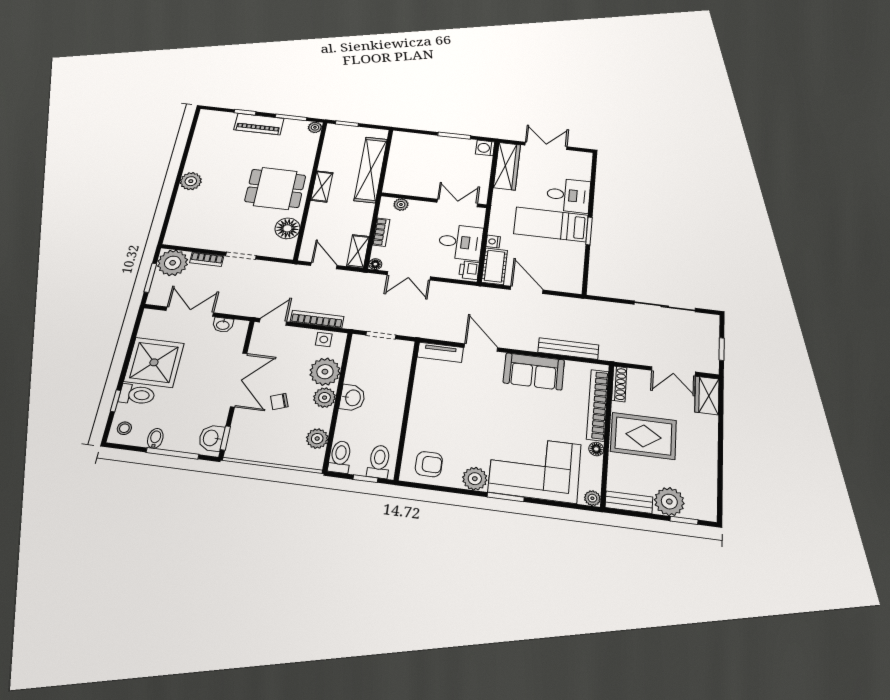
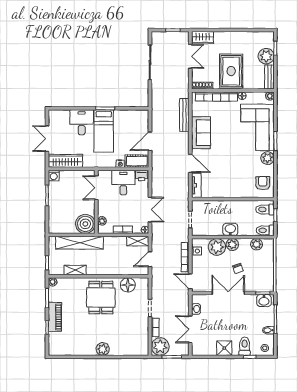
boiler: (400, 181) -> (85, 224), added
shelving: (322, 186) -> (75, 270), moved
door: (481, 347) -> (190, 163), swing flipped
shower: (154, 362) -> (224, 348), width x0.54, depth x0.54

